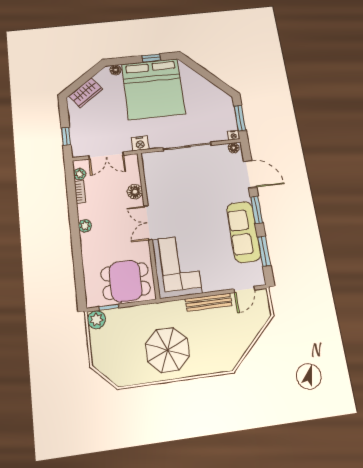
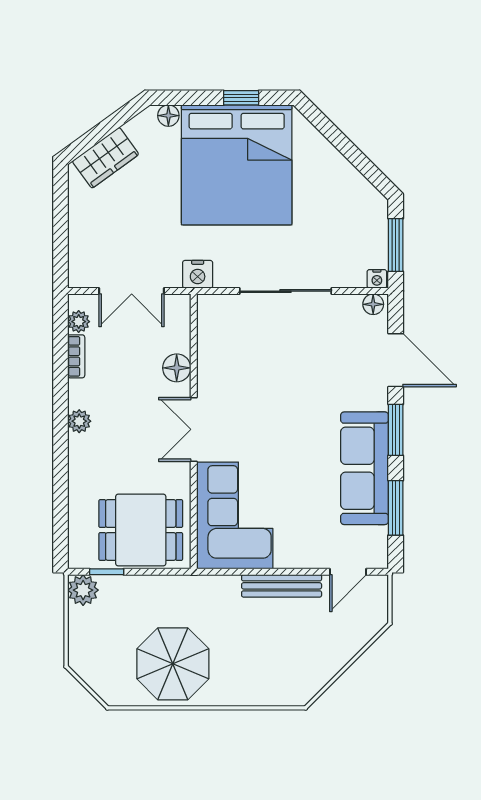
window: (66, 136) -> (60, 244), removed
parasol: (167, 350) -> (173, 664), moved

